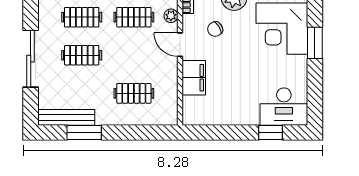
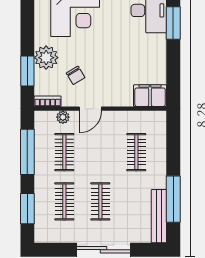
filing cabinet: (194, 78) -> (150, 96), moved
window: (84, 132) -> (173, 199), width x1.44
window: (270, 132) -> (173, 23), width x1.50

